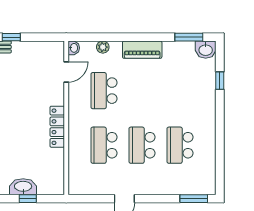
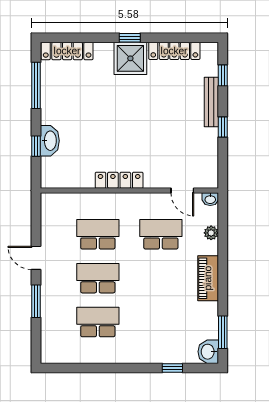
window: (194, 199) -> (36, 301), moved

